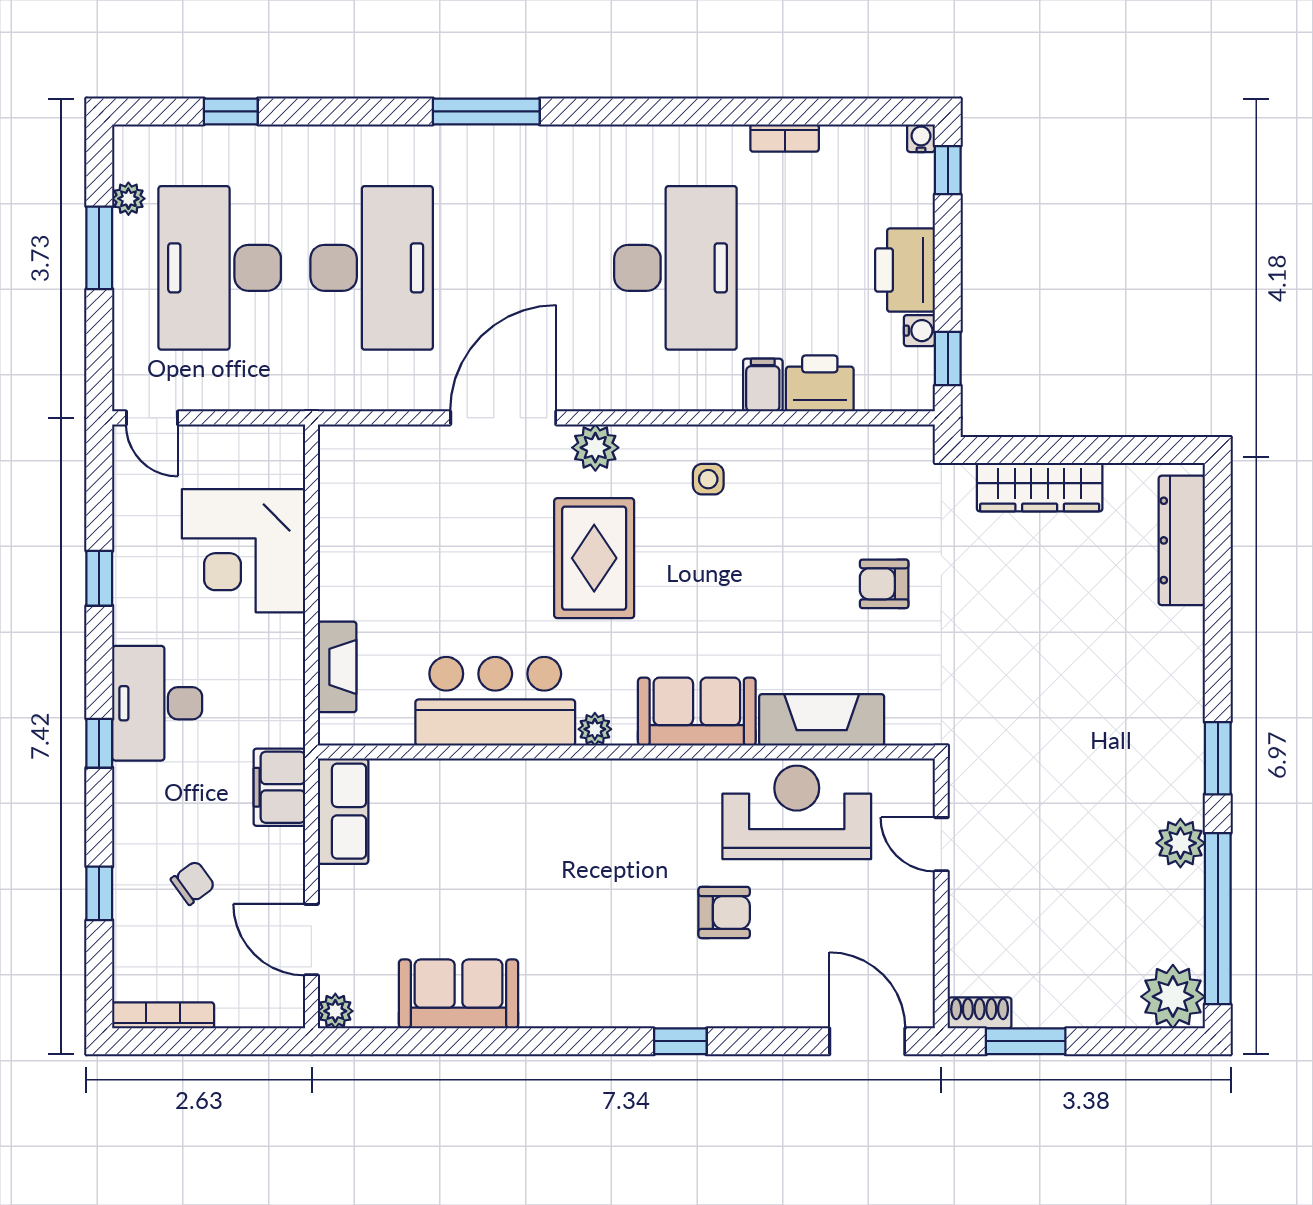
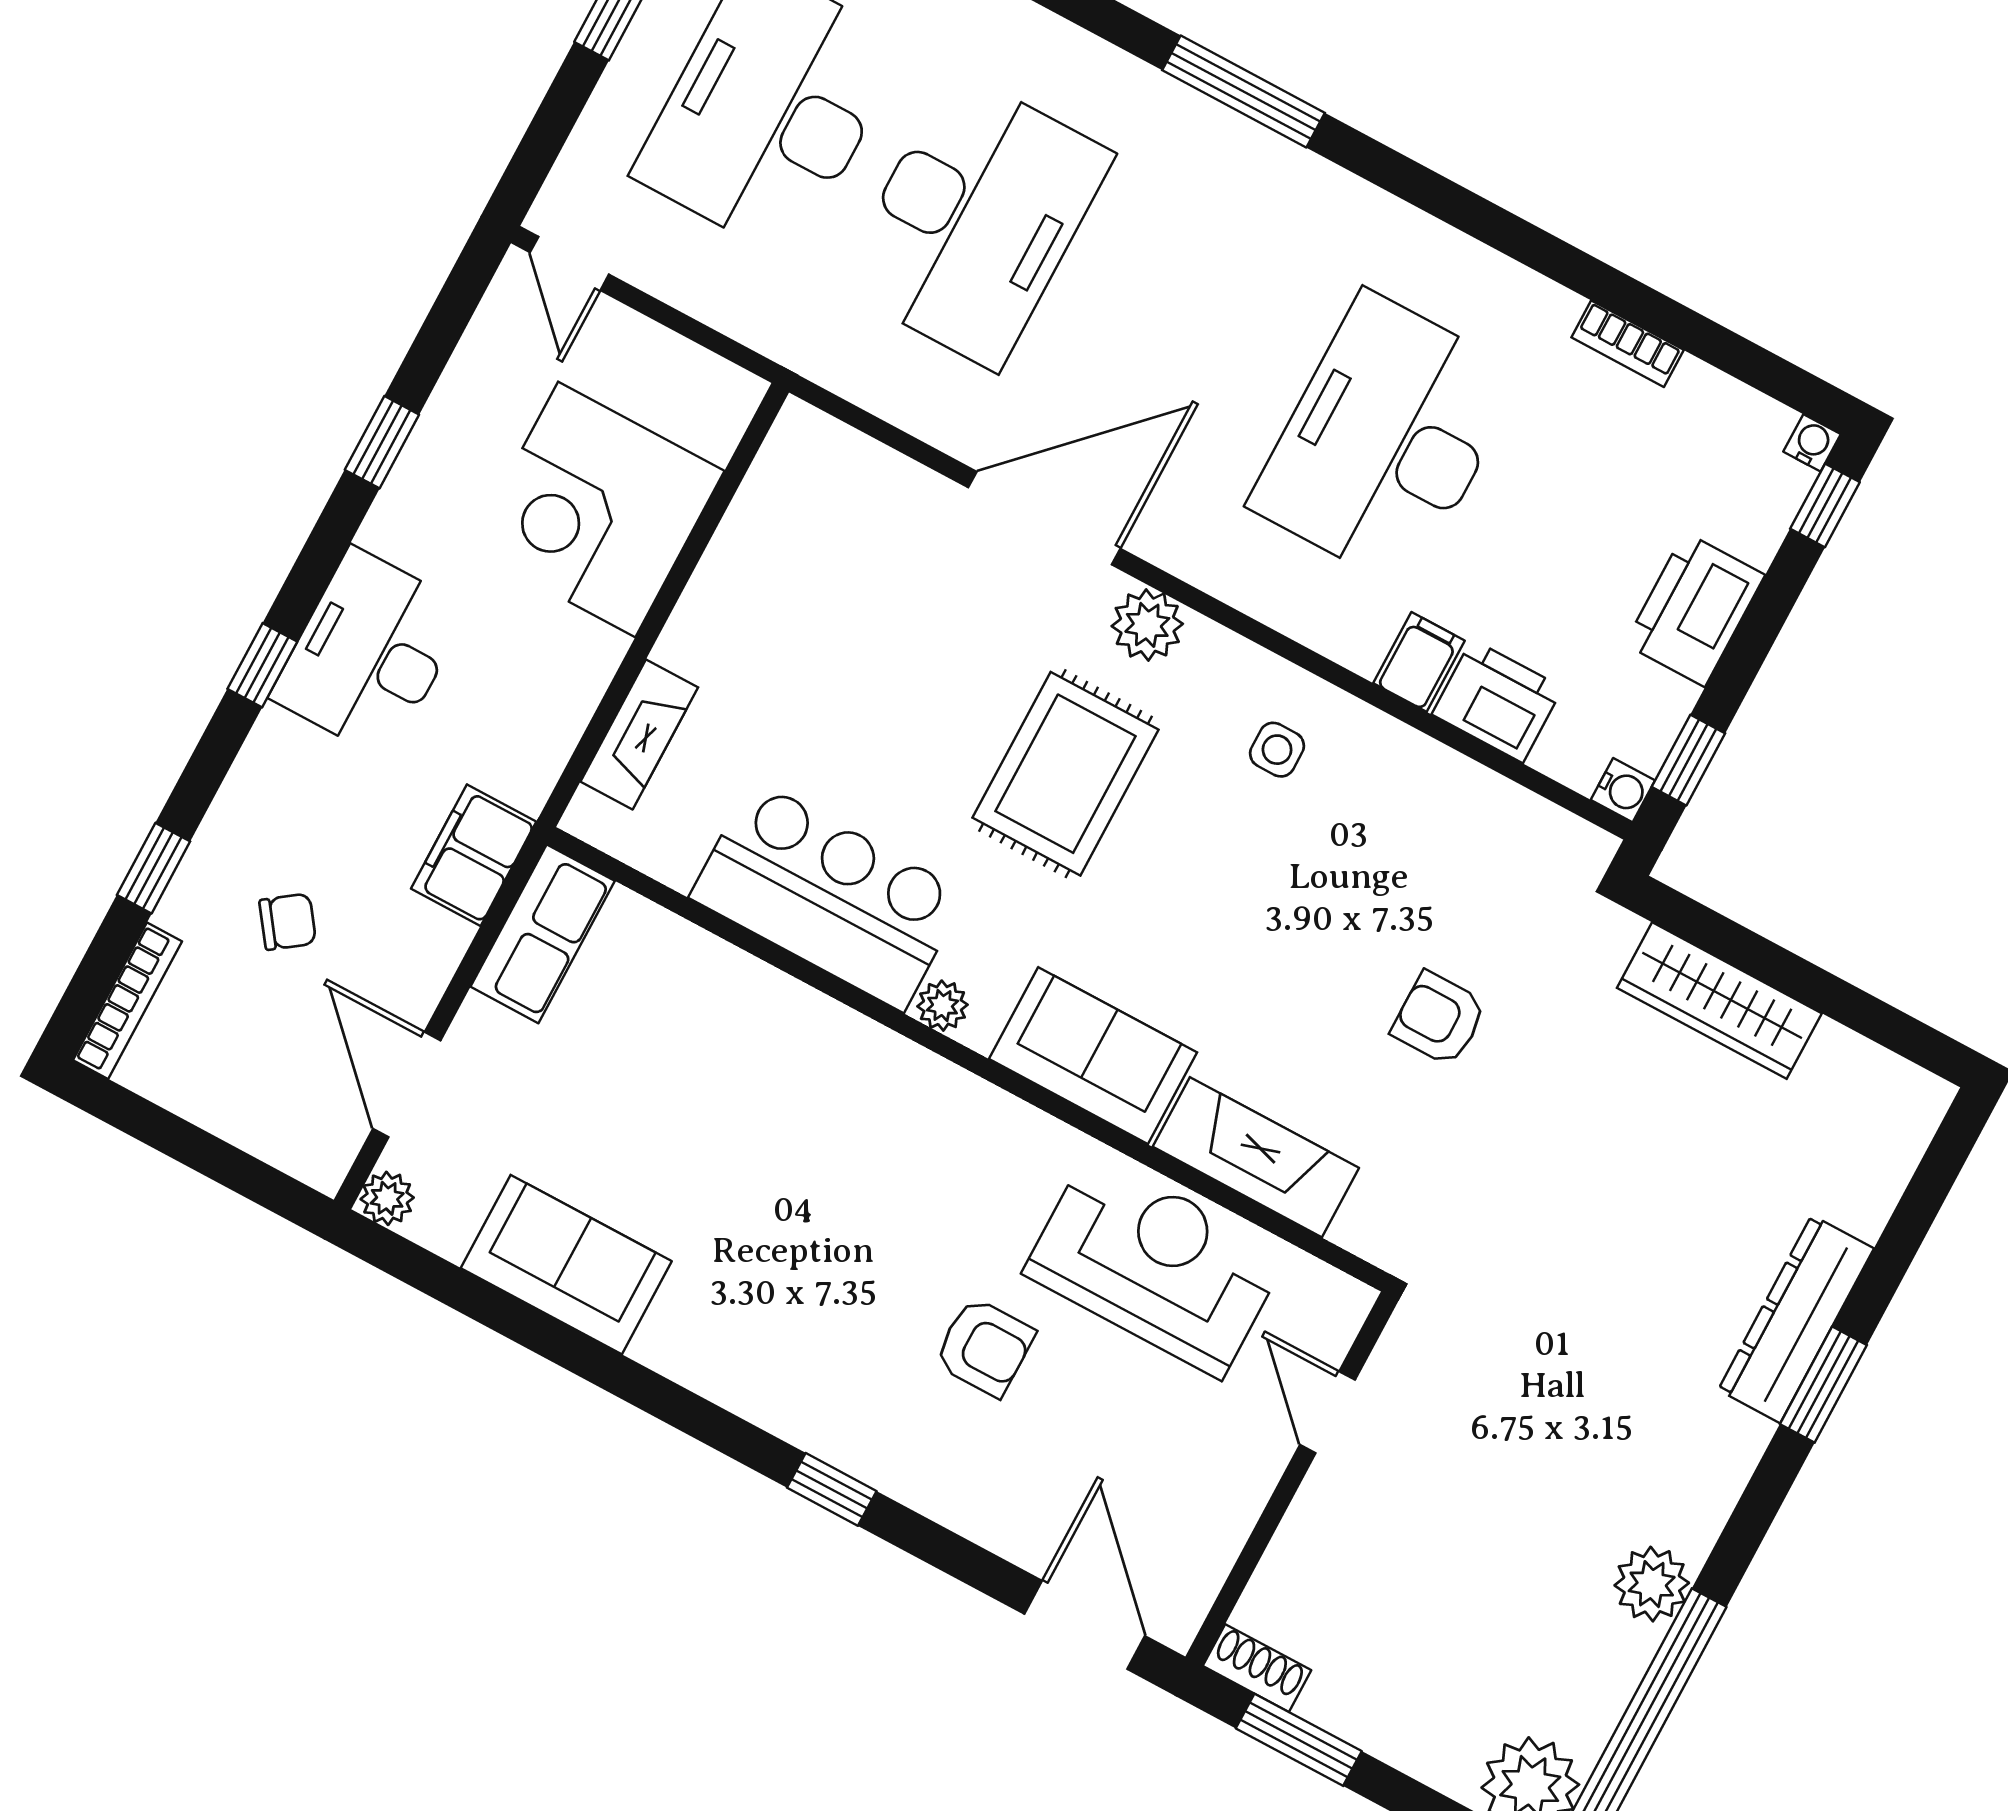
desk: (675, 268) -> (1386, 440), turned 180
water cooler: (919, 331) -> (1623, 790), moved
dresser: (1182, 540) -> (1796, 1319), moved
window: (1218, 758) -> (1823, 1385), moved
bookcase: (163, 1015) -> (128, 1001), moved, turned 90

